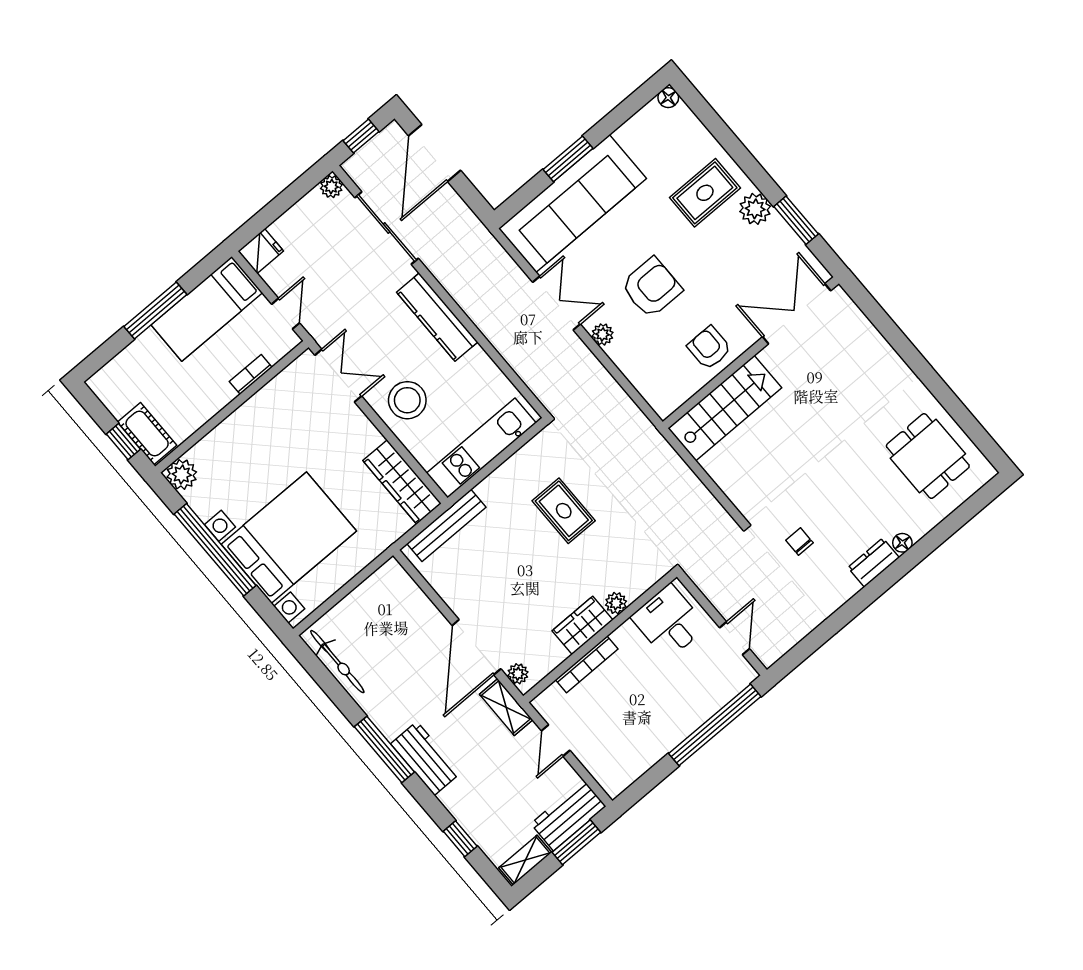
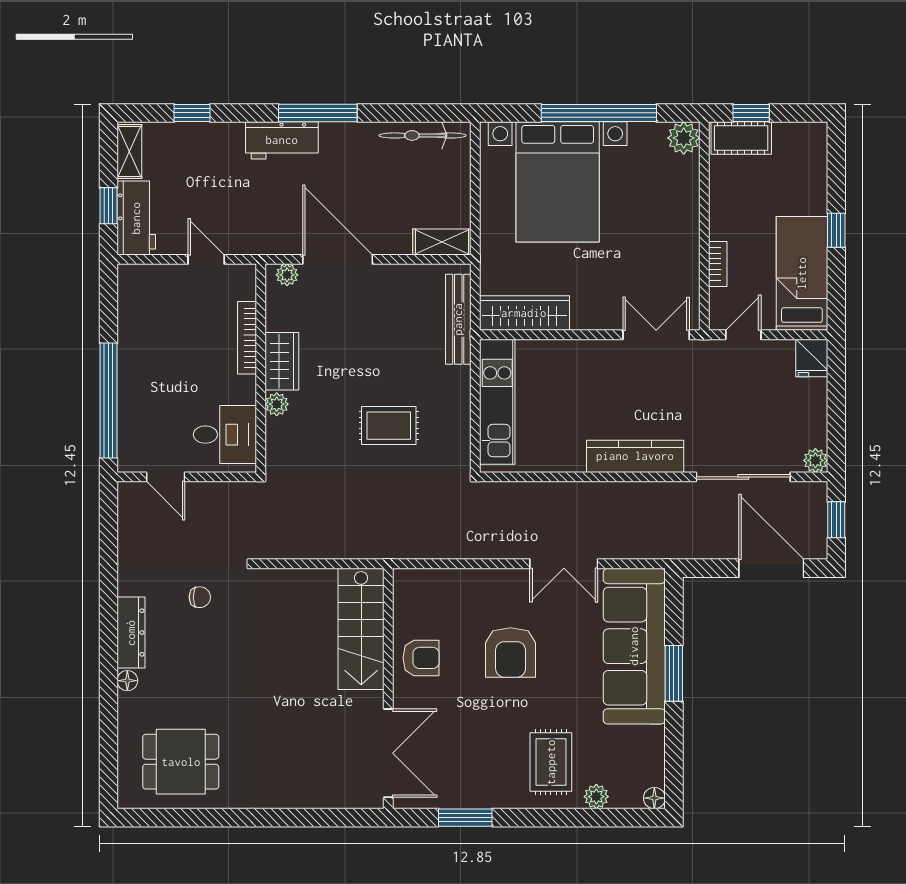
plant: (755, 209) -> (596, 797), moved, width x0.73, depth x0.73
window: (155, 310) -> (836, 230), width x0.46
door: (286, 314) -> (743, 335), swing flipped
plant: (603, 334) -> (506, 580), removed
double door: (338, 376) -> (656, 335), swing flipped
stool: (407, 400) -> (588, 374), removed
dresser: (874, 563) -> (131, 633), width x1.44
shelving: (506, 707) -> (442, 242), moved
window: (576, 842) -> (108, 206), width x0.67

